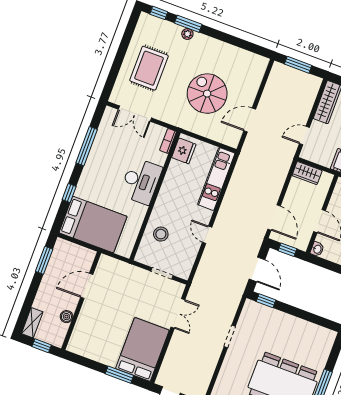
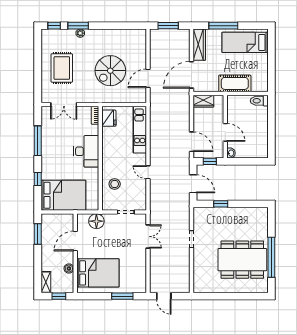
spiral stairs: (207, 94) -> (110, 71), turned -90
door: (304, 136) -> (191, 75), width x1.87
floor lamp: (122, 271) -> (96, 221), added
window: (266, 301) -> (221, 204), moved
bed: (142, 349) -> (98, 273), moved, turned 90

